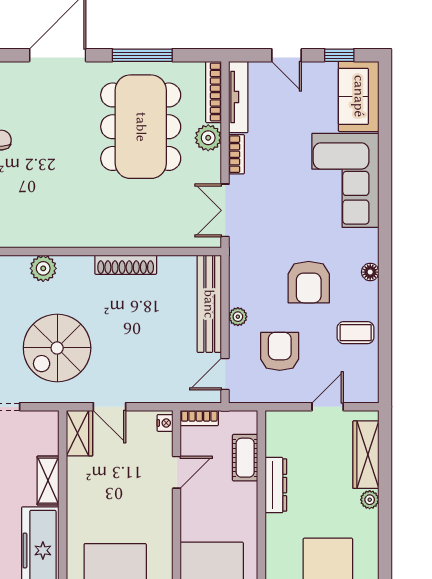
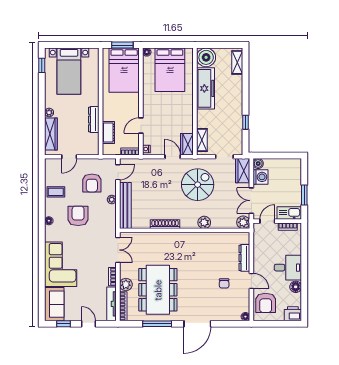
shelving: (48, 481) -> (202, 140), moved

